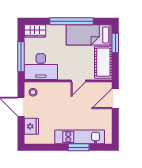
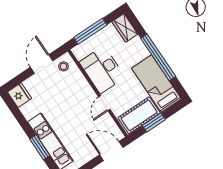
window: (115, 43) -> (154, 122), moved
desk: (41, 67) -> (102, 70), moved
door: (78, 81) -> (104, 103), hinge flipped
fridge: (31, 126) -> (20, 95), moved, turned -90

